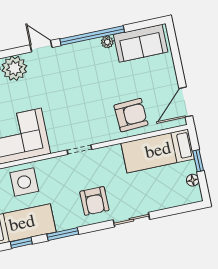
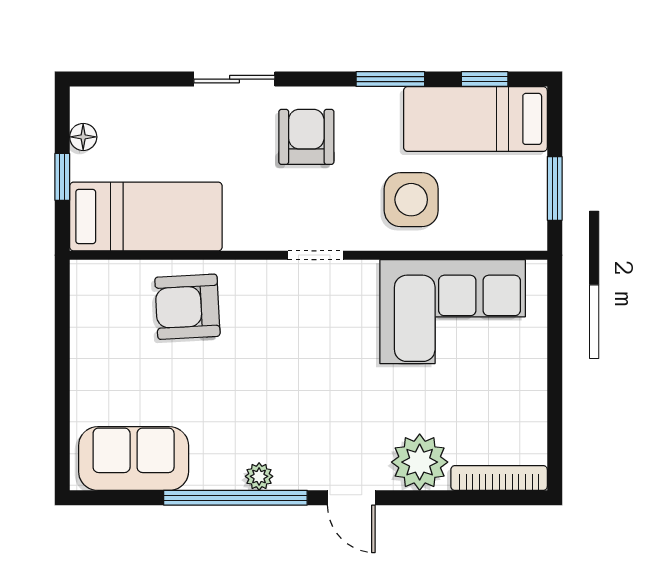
plant: (107, 42) -> (259, 476), moved
door: (186, 102) -> (62, 310), removed
side table: (24, 182) -> (411, 200), moved

